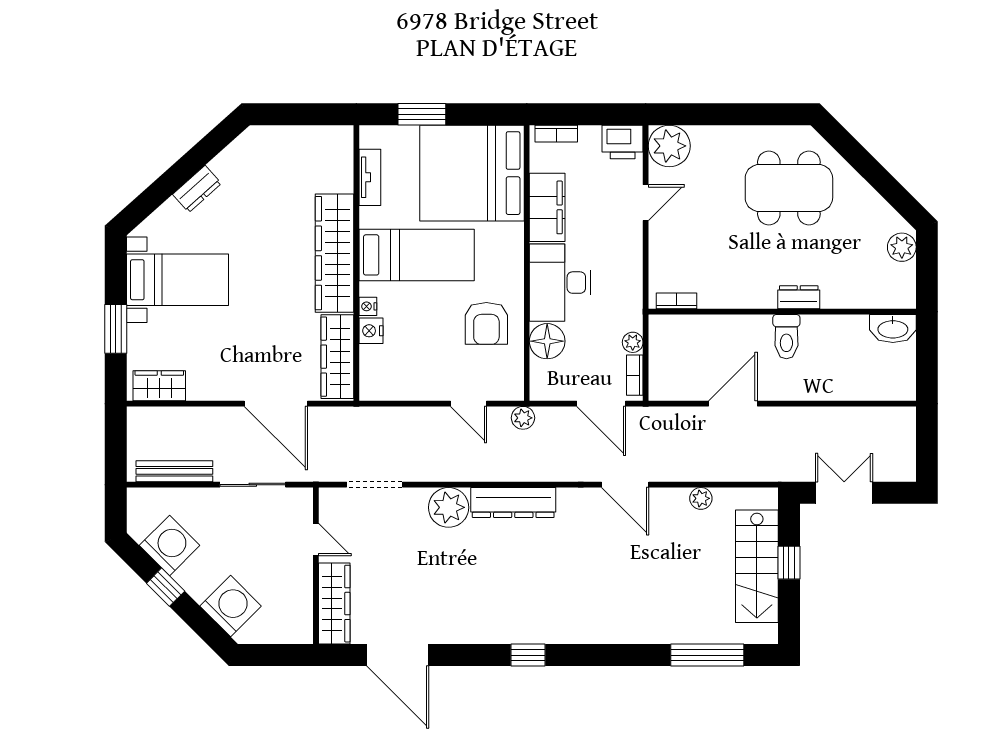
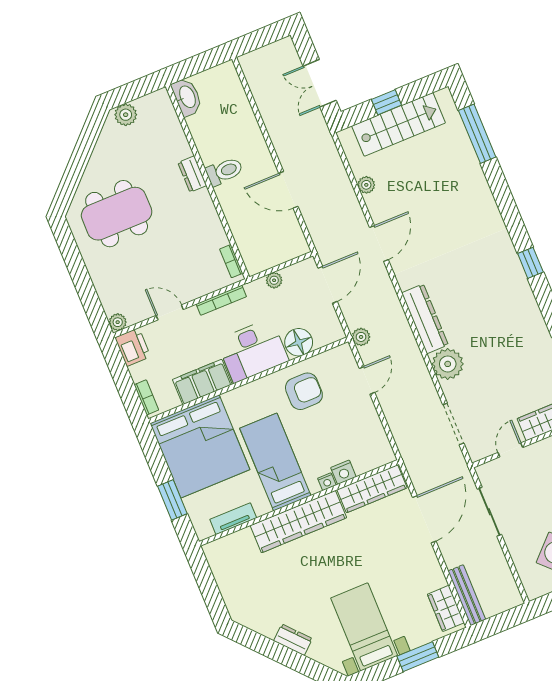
plant: (669, 146) -> (118, 322), width x0.53, depth x0.53
dining table: (789, 188) -> (117, 214), turned 90
bookcase: (635, 375) -> (221, 300), moved, width x1.56
bench: (174, 471) -> (467, 595), moved

